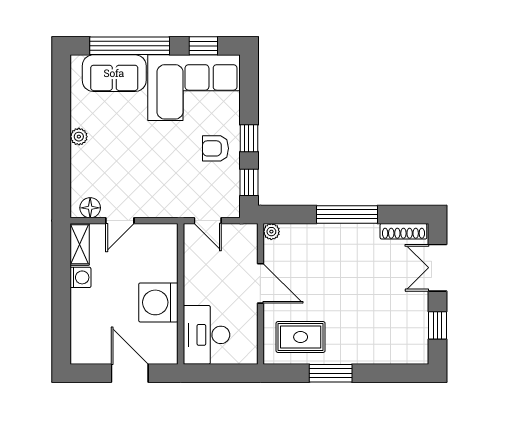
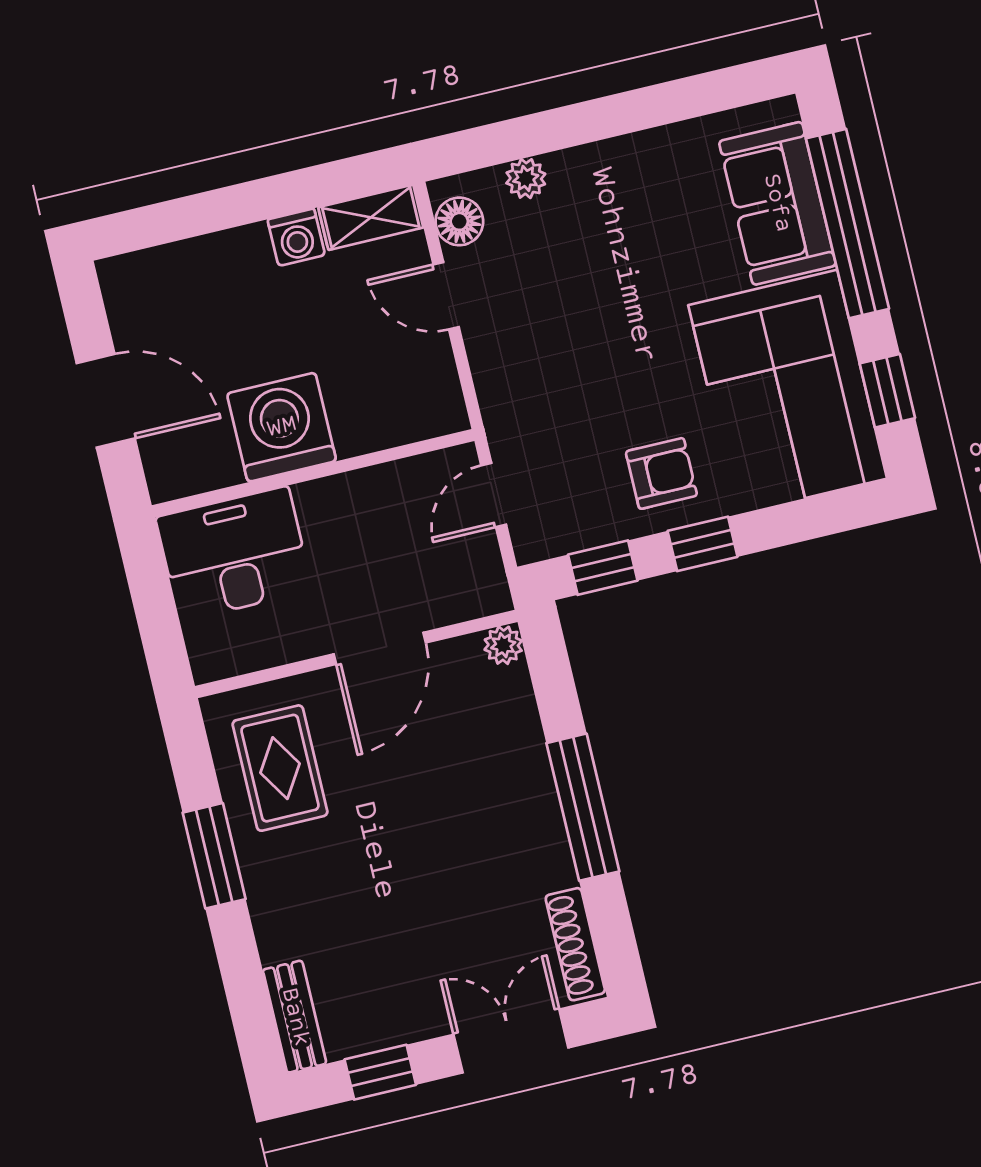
plant: (79, 137) -> (526, 178), moved
armchair: (215, 148) -> (661, 473), turned 90
bench: (406, 356) -> (295, 1017), added
door: (130, 373) -> (106, 401), hinge flipped

